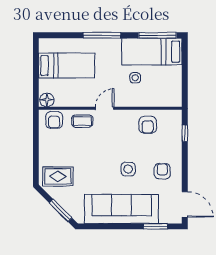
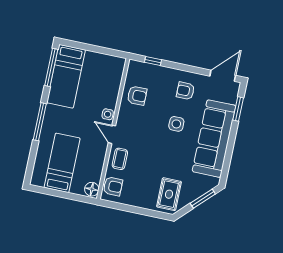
side table: (135, 78) -> (108, 114), moved

